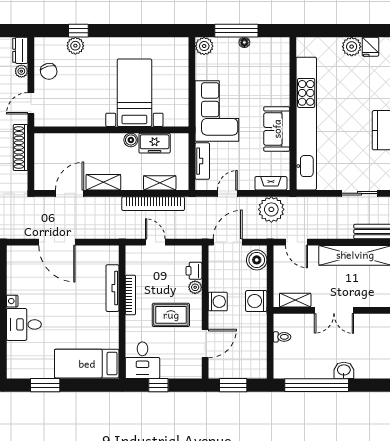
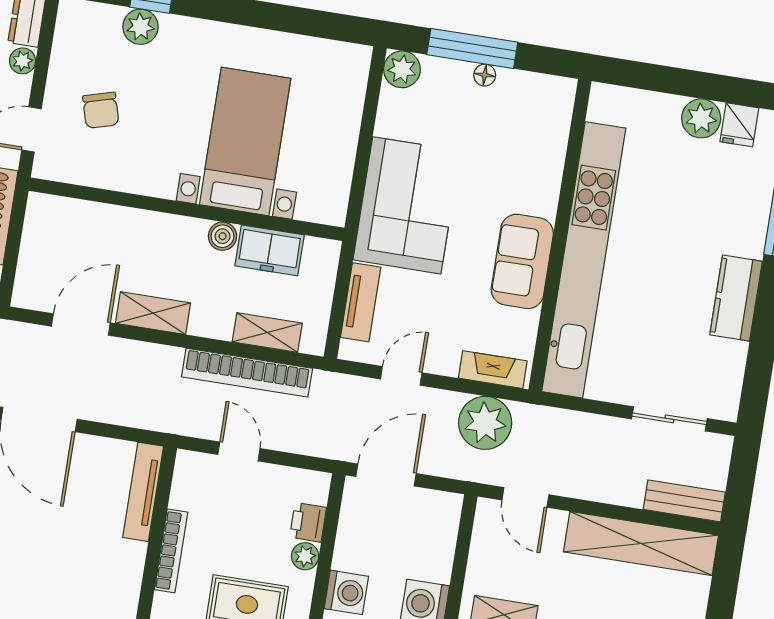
chair: (49, 71) -> (101, 110), moved
boiler: (257, 260) -> (439, 521), removed
tv unit: (112, 288) -> (143, 492), moved

